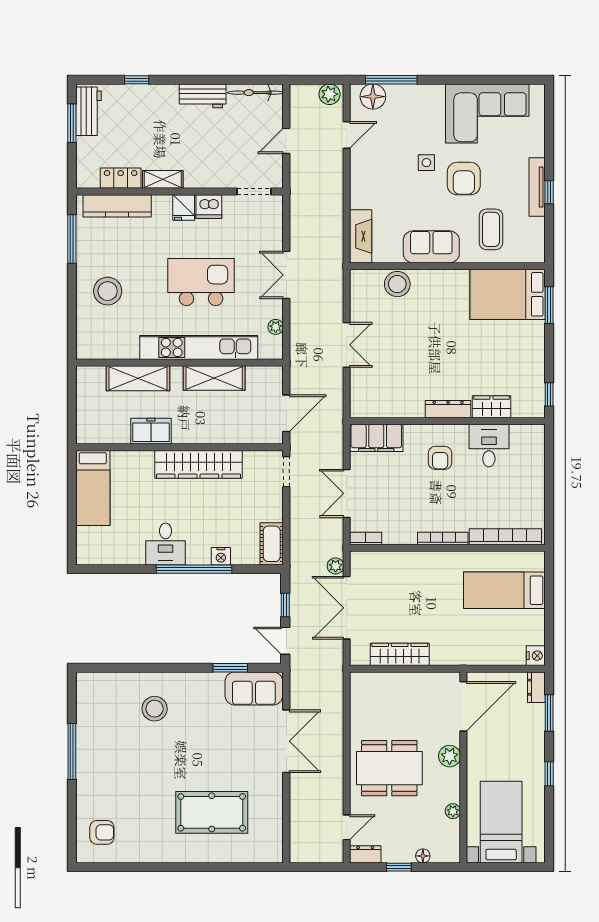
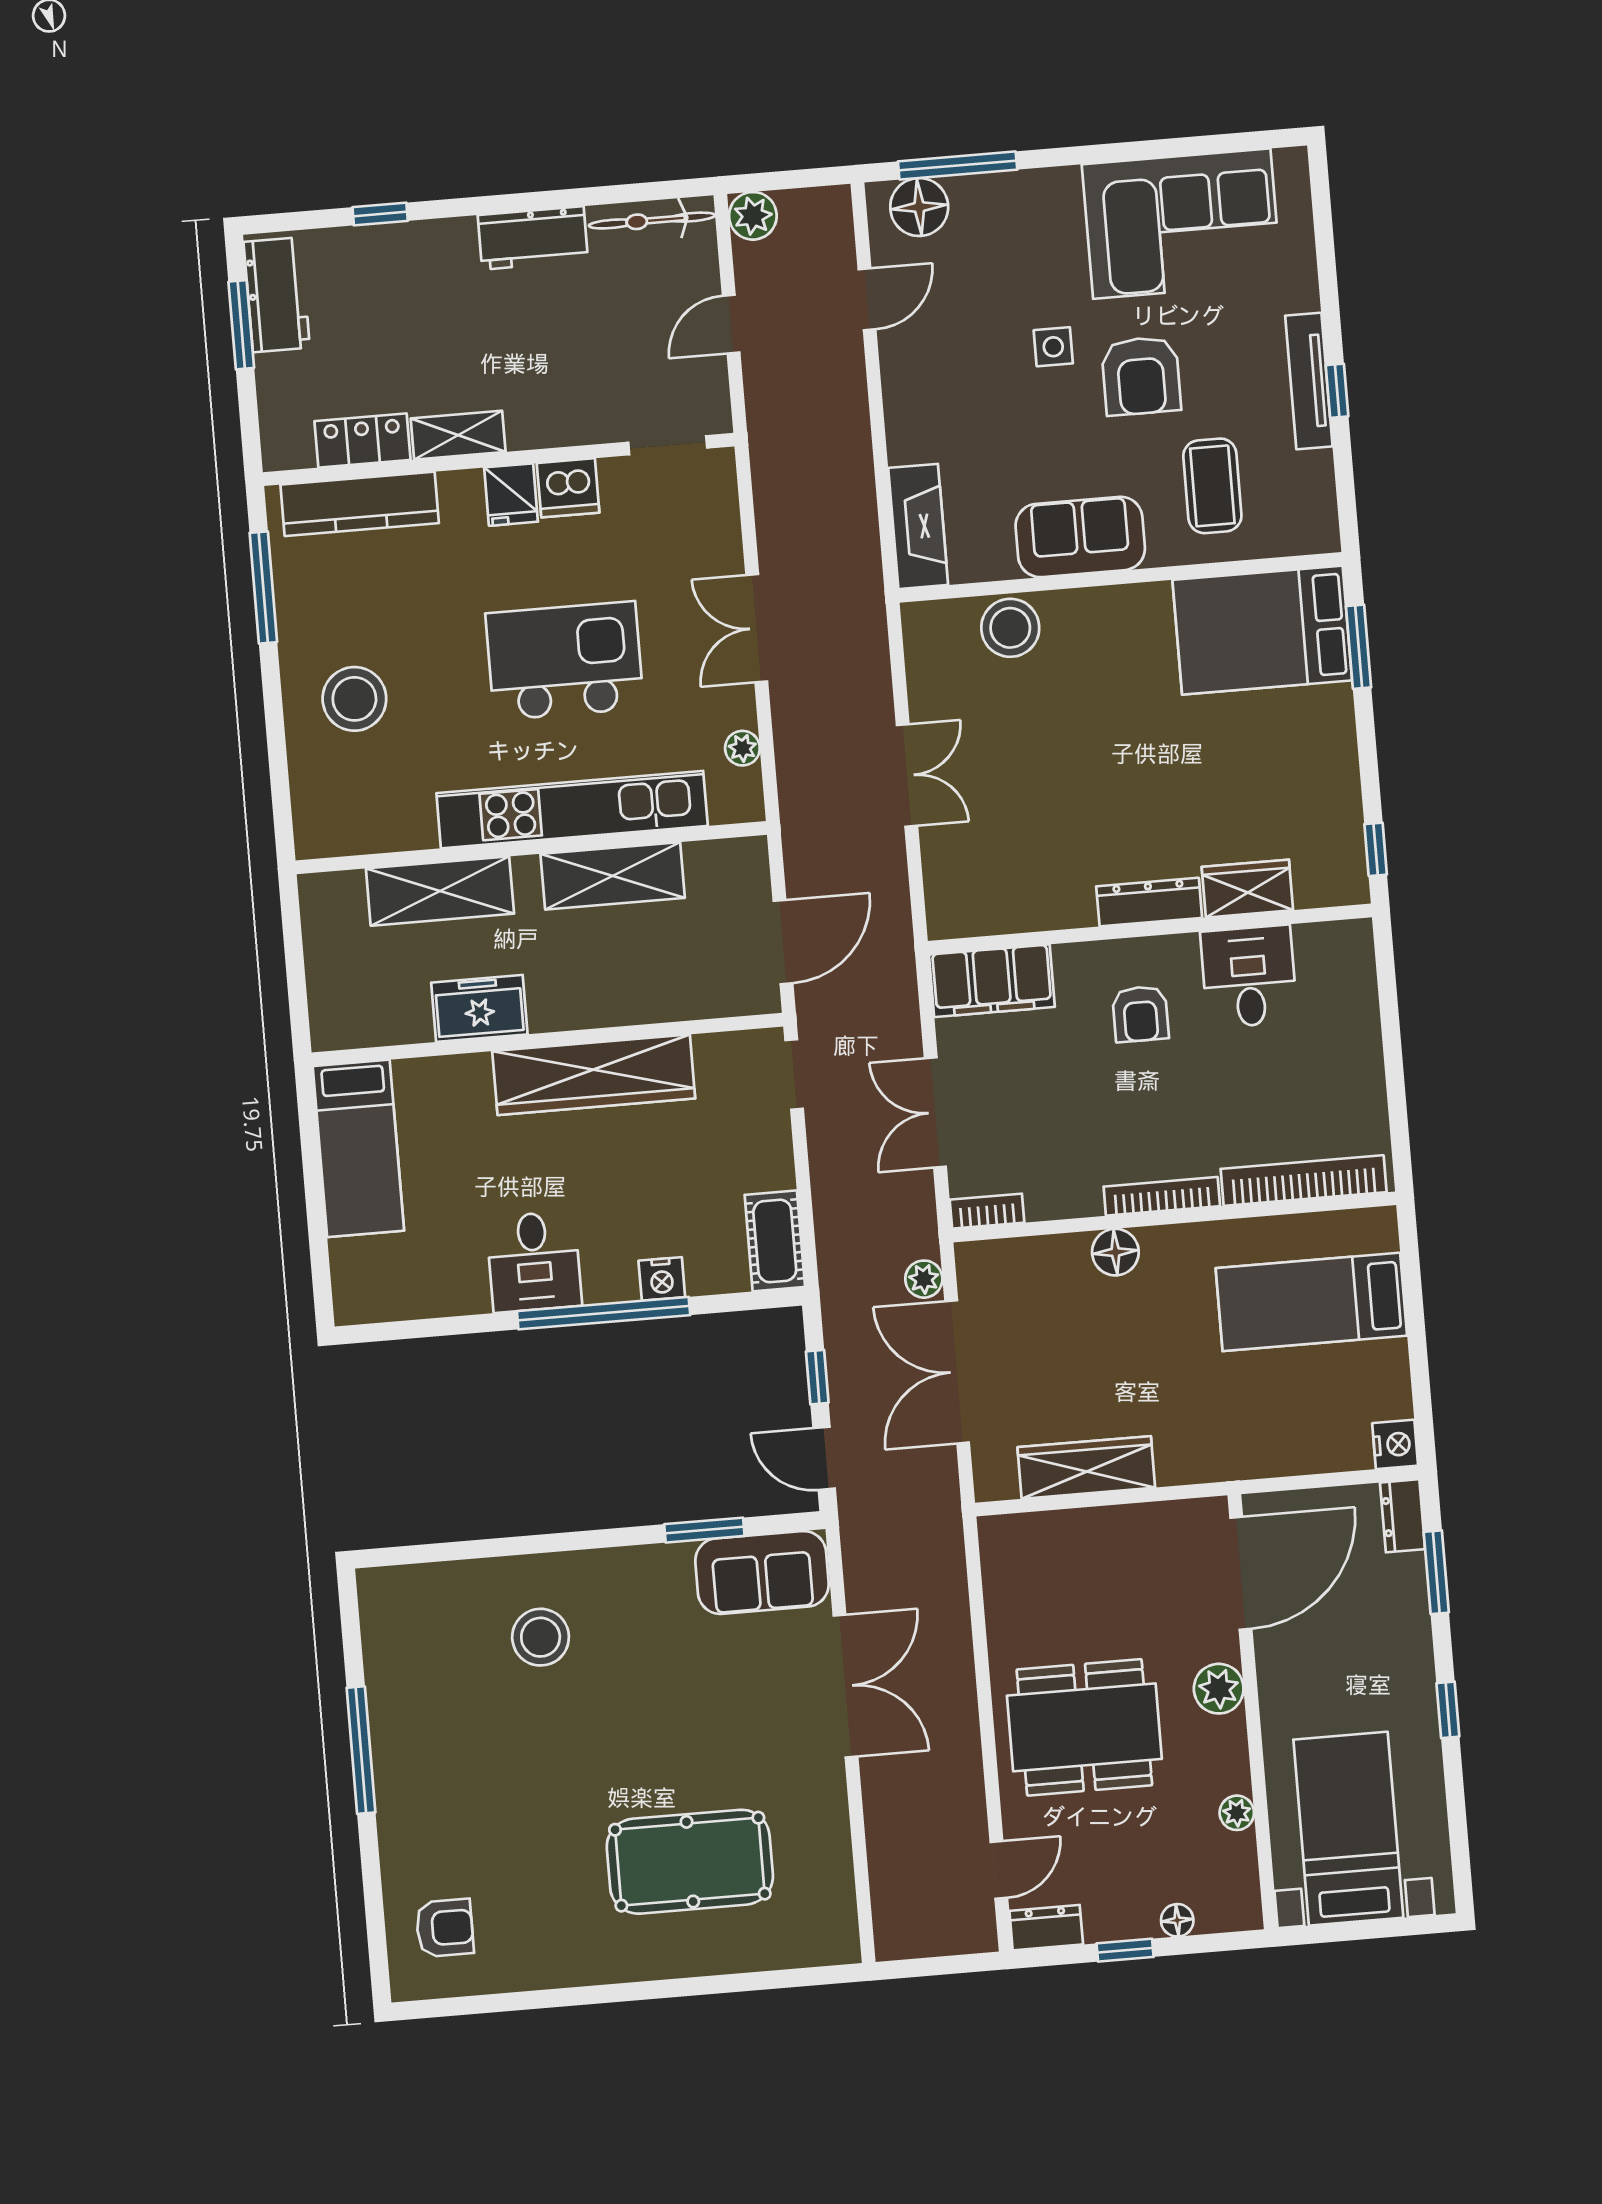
plant: (329, 94) -> (753, 216), moved
floor lamp: (420, 561) -> (1115, 1252), added

